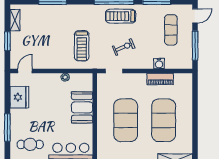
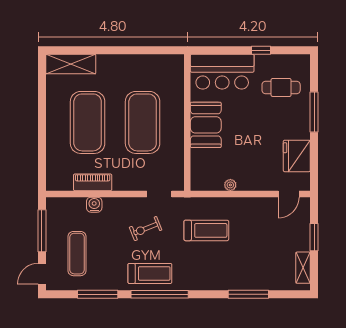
treadmill: (82, 46) -> (206, 230), turned 90
booth: (82, 107) -> (206, 125), moved

